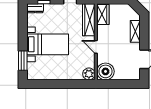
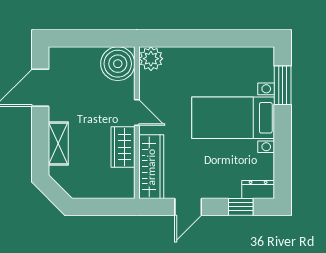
wardrobe: (103, 14) -> (123, 147), moved

